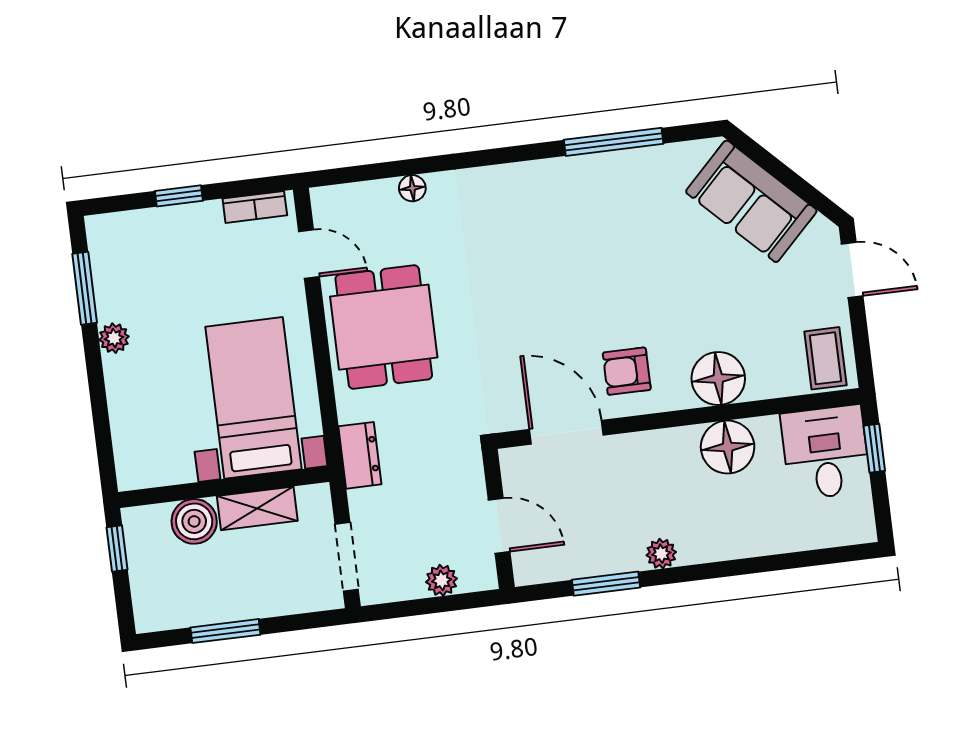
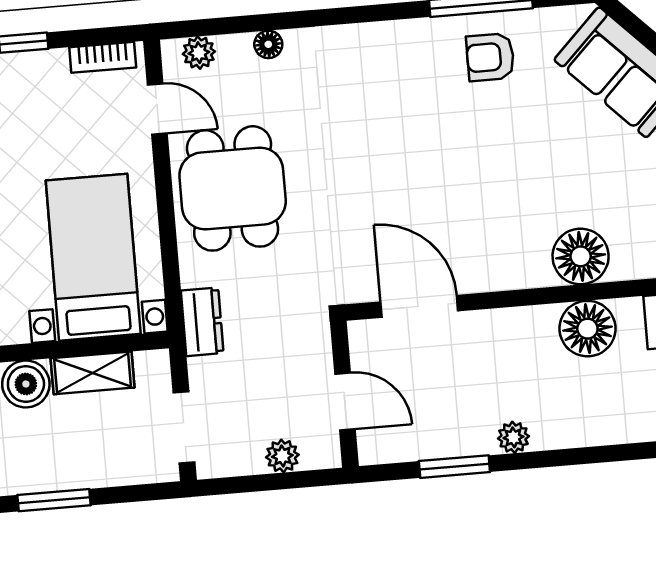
plant: (346, 199) -> (199, 53), added
armchair: (627, 371) -> (490, 57), moved

